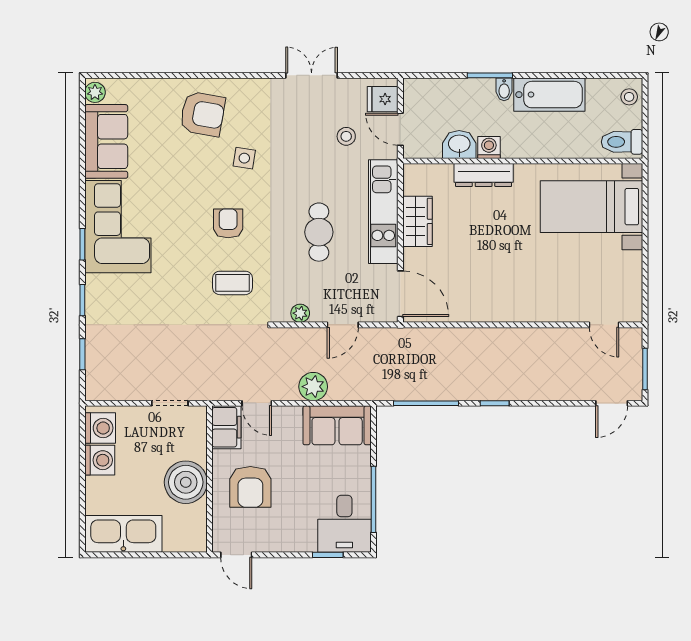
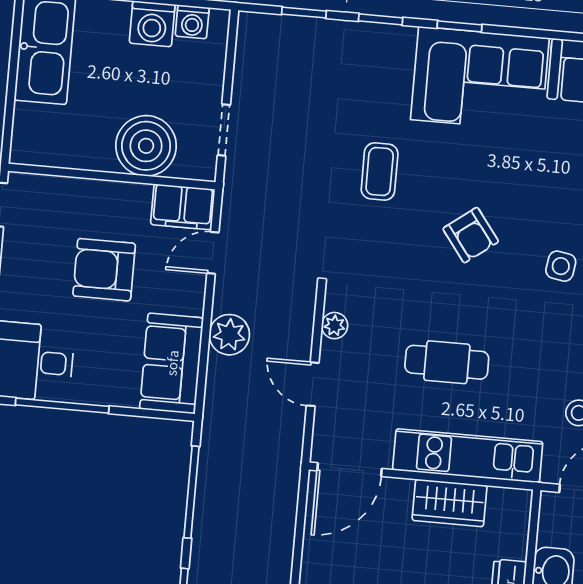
armchair: (228, 223) -> (471, 235), turned 53
coffee table: (233, 283) -> (380, 172), moved
washing machine: (100, 428) -> (192, 22), width x0.73, depth x0.73
boiler: (186, 482) -> (146, 146), moved
armchair: (250, 487) -> (104, 270), moved

